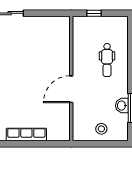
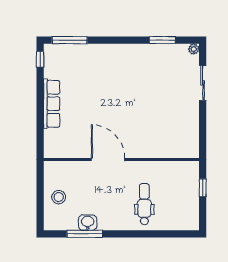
dental chair: (107, 60) -> (144, 204), turned 90

